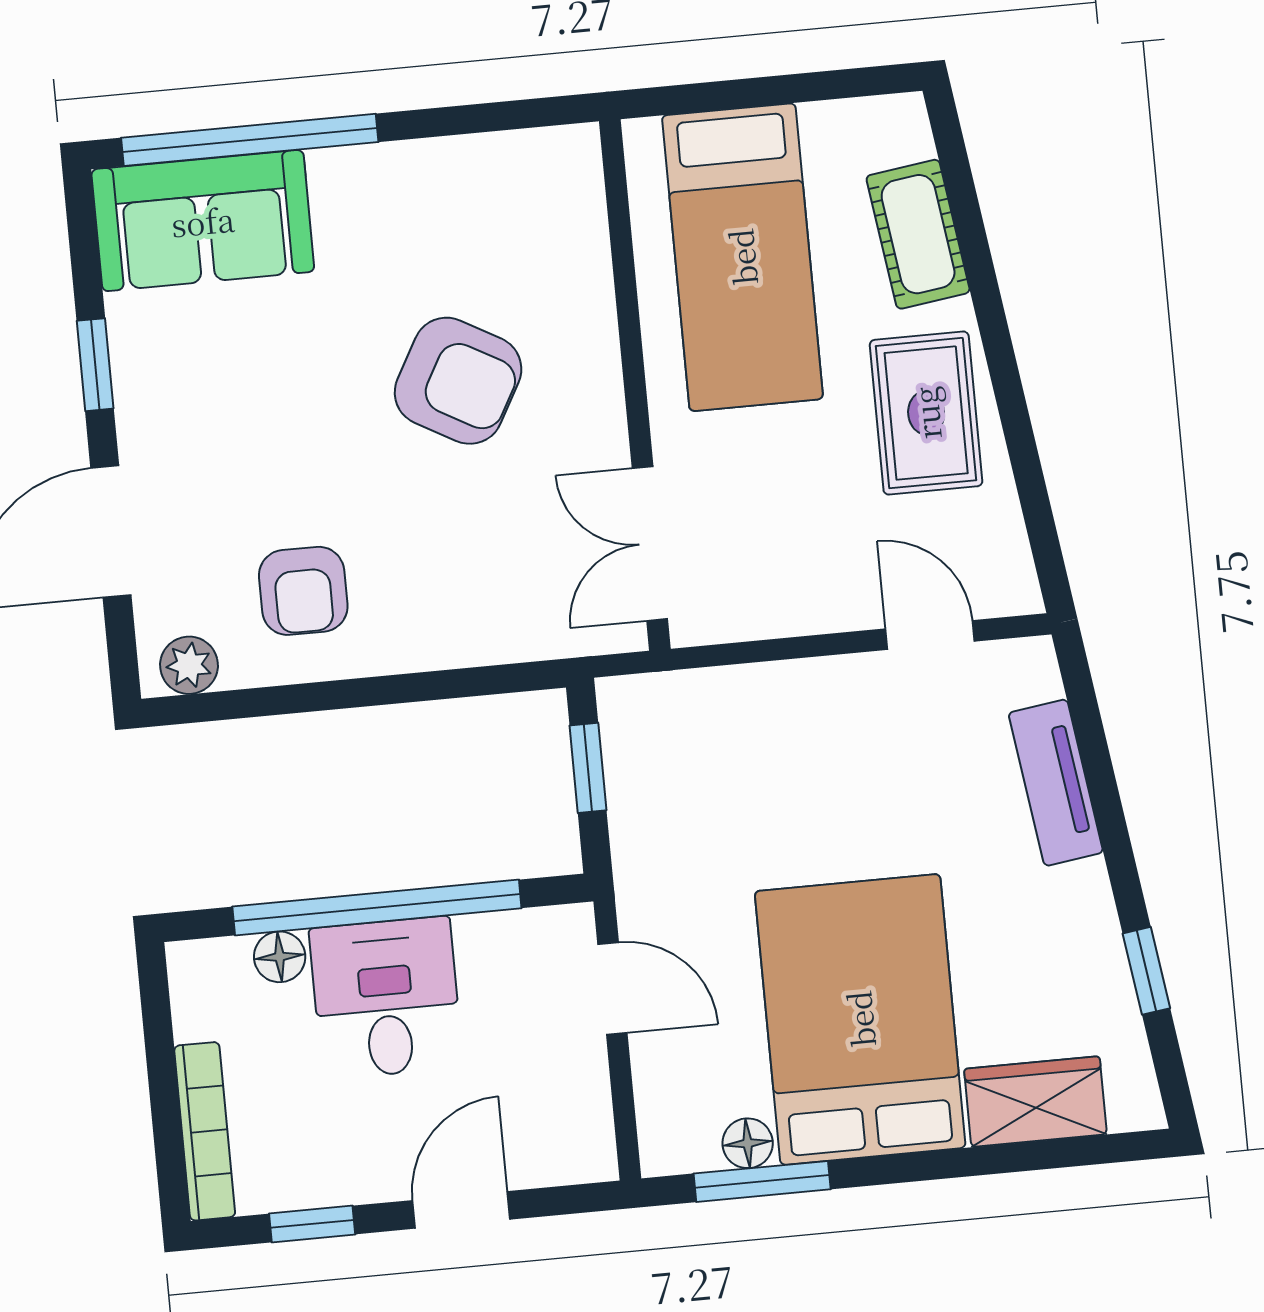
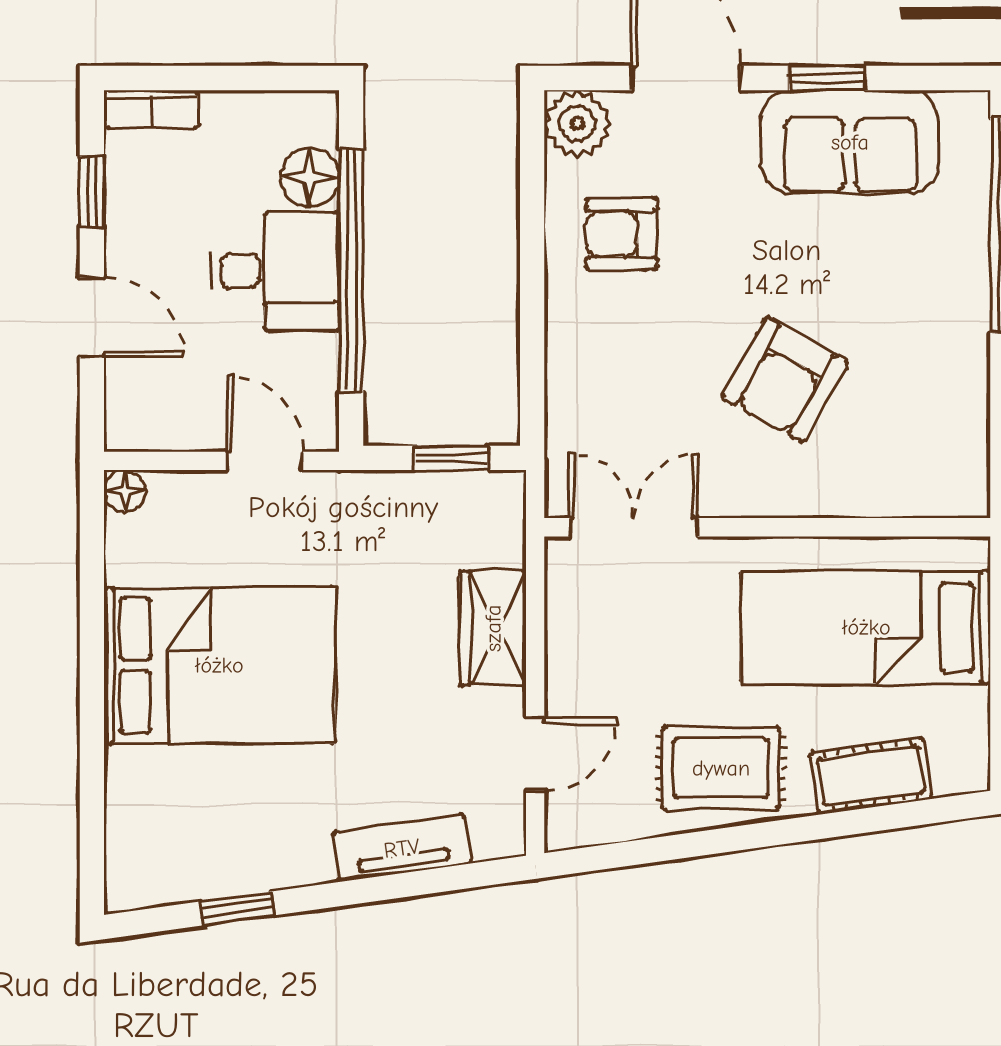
sofa: (203, 221) -> (850, 142), moved, turned -90
plant: (189, 665) -> (577, 124), width x1.38, depth x1.38
floor lamp: (280, 957) -> (310, 177), width x1.37, depth x1.37
door: (612, 988) -> (265, 461), swing flipped
wardrobe: (1035, 1102) -> (493, 628), moved, turned 180
bookcase: (205, 1131) -> (151, 109), width x0.64
floor lamp: (748, 1143) -> (125, 491), moved
window: (762, 1181) -> (92, 571), removed

